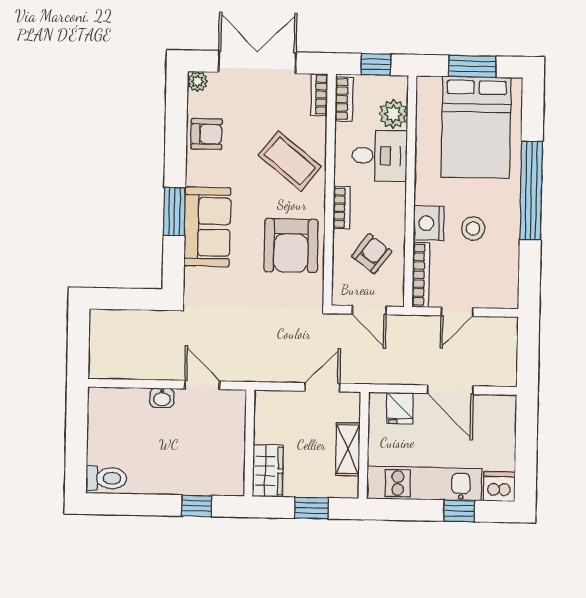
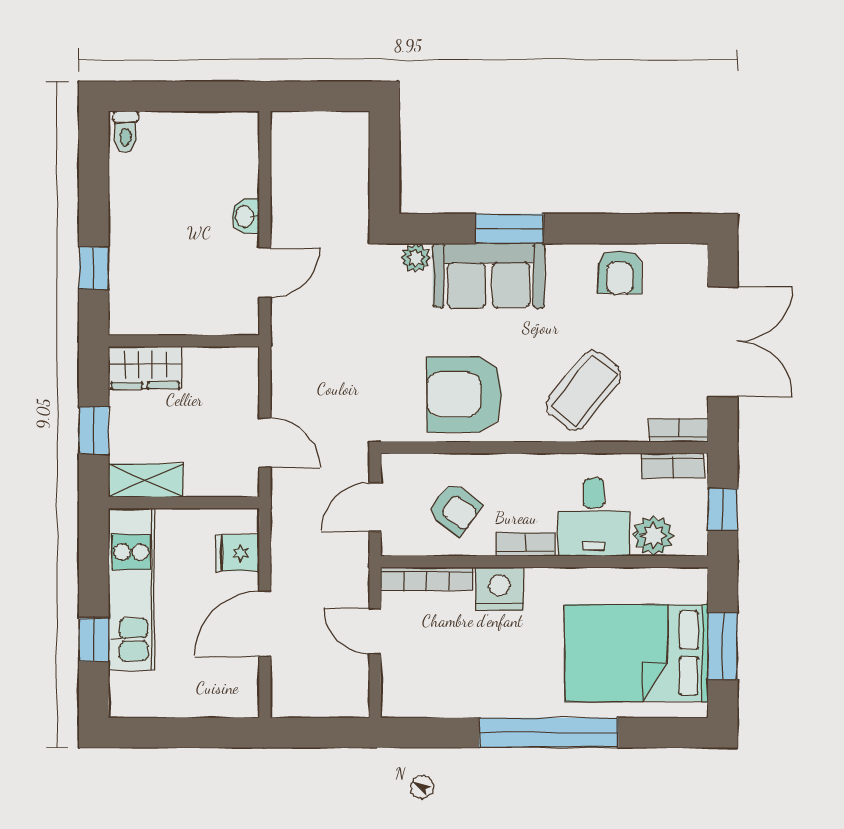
plant: (197, 82) -> (416, 258), moved
bookcase: (341, 208) -> (525, 544), moved, turned 180
stool: (473, 228) -> (494, 652), removed
shelving: (348, 449) -> (146, 480), moved
toilet: (106, 478) -> (126, 132), width x0.73, depth x0.72
dishwasher: (499, 487) -> (129, 696), removed

